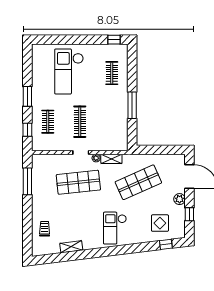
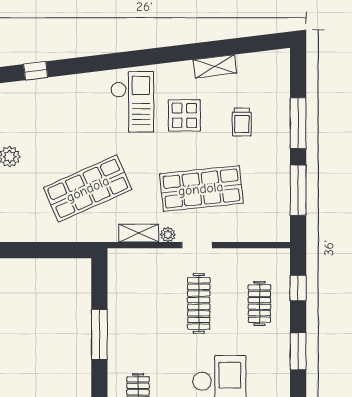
window: (27, 217) -> (298, 123), added
display table: (160, 223) -> (184, 115), moved
trolley: (45, 229) -> (242, 122), moved

